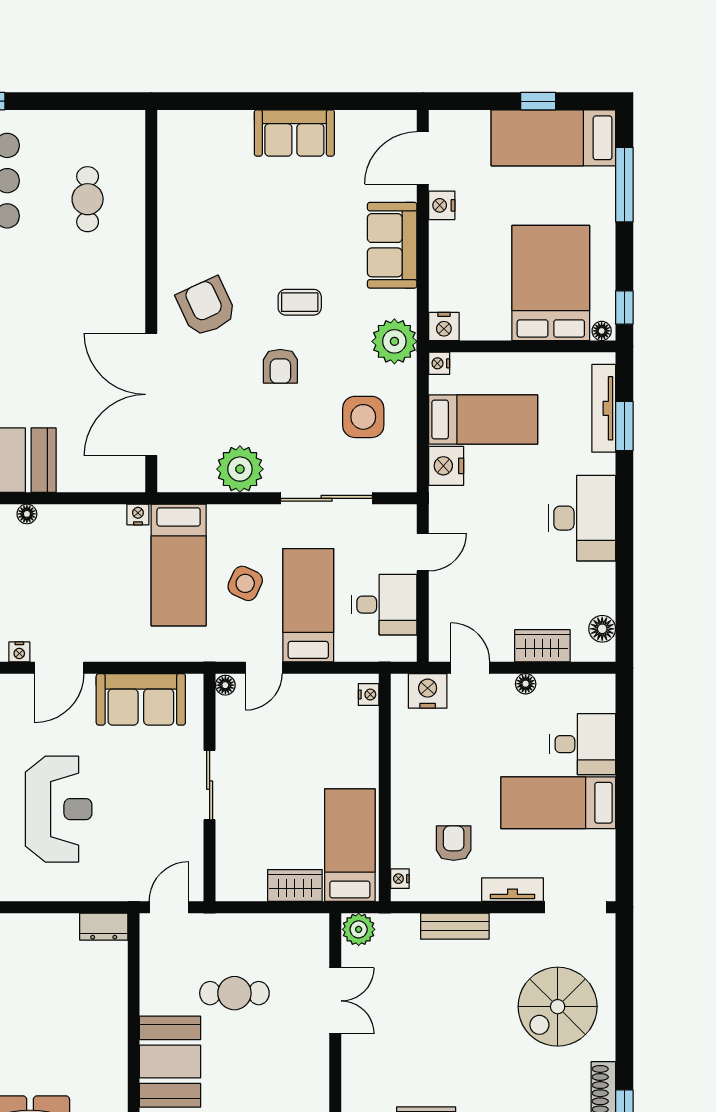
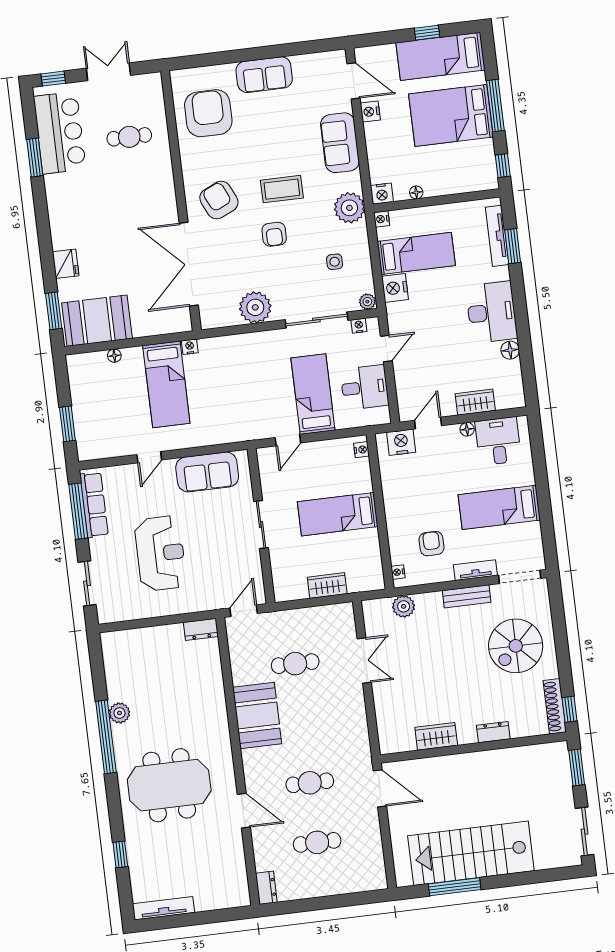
double door: (69, 101) -> (108, 72), added
door: (423, 158) -> (353, 81), swing flipped
armchair: (206, 179) -> (208, 113), added
window: (624, 185) -> (495, 106), moved
cafe table: (88, 199) -> (129, 137), turned 90
bed: (551, 283) -> (451, 115), moved, turned -90
coffee table: (300, 302) -> (282, 189), width x1.36, depth x1.30
floor lamp: (602, 331) -> (416, 192), moved
side table: (363, 417) -> (335, 262), width x0.54, depth x0.54
plant: (404, 481) -> (367, 302), added
bed: (179, 565) -> (166, 384), moved
side table: (245, 583) -> (268, 385), removed
floor lamp: (602, 629) -> (510, 350), moved
nightstand: (19, 652) -> (359, 326), moved, turned 180
door: (59, 668) -> (149, 457), width x0.73
door: (470, 668) -> (428, 423), hinge flipped
floor lamp: (225, 685) -> (263, 455), removed
desk: (583, 744) -> (498, 441), moved, turned -90
bed: (350, 845) -> (338, 514), moved, turned -90
bench: (455, 926) -> (467, 596), moved
plant: (359, 929) -> (404, 606), moved

